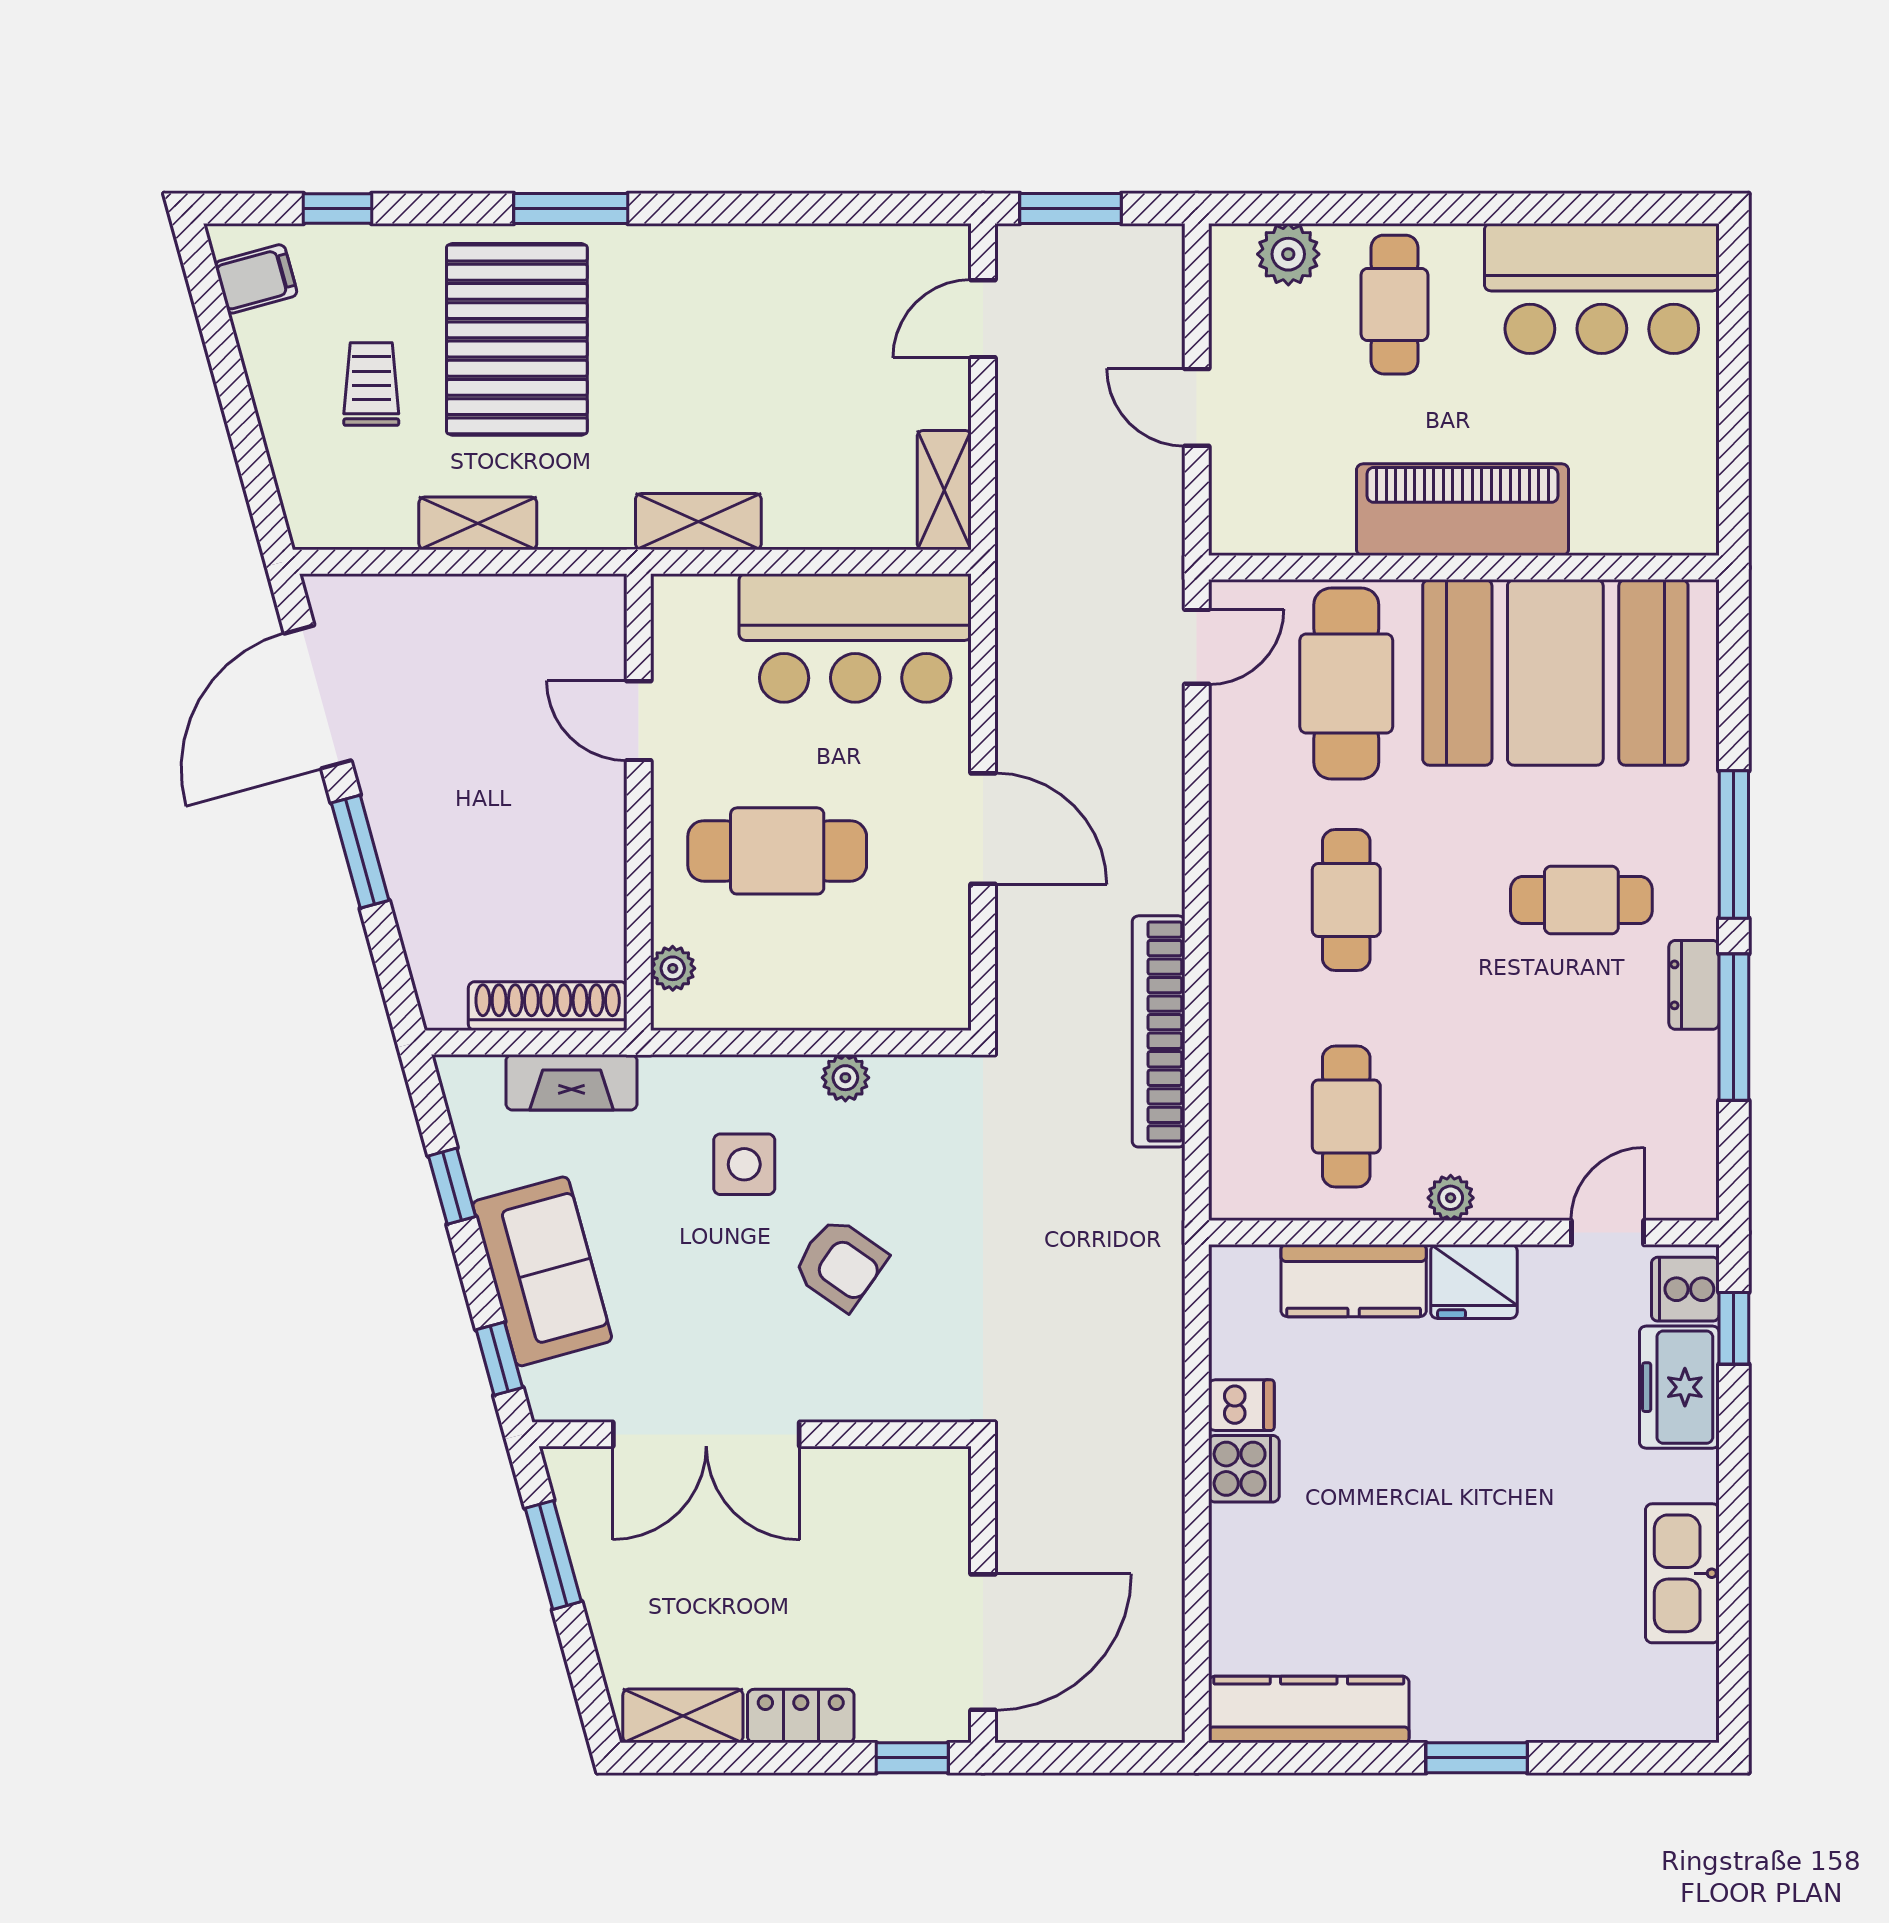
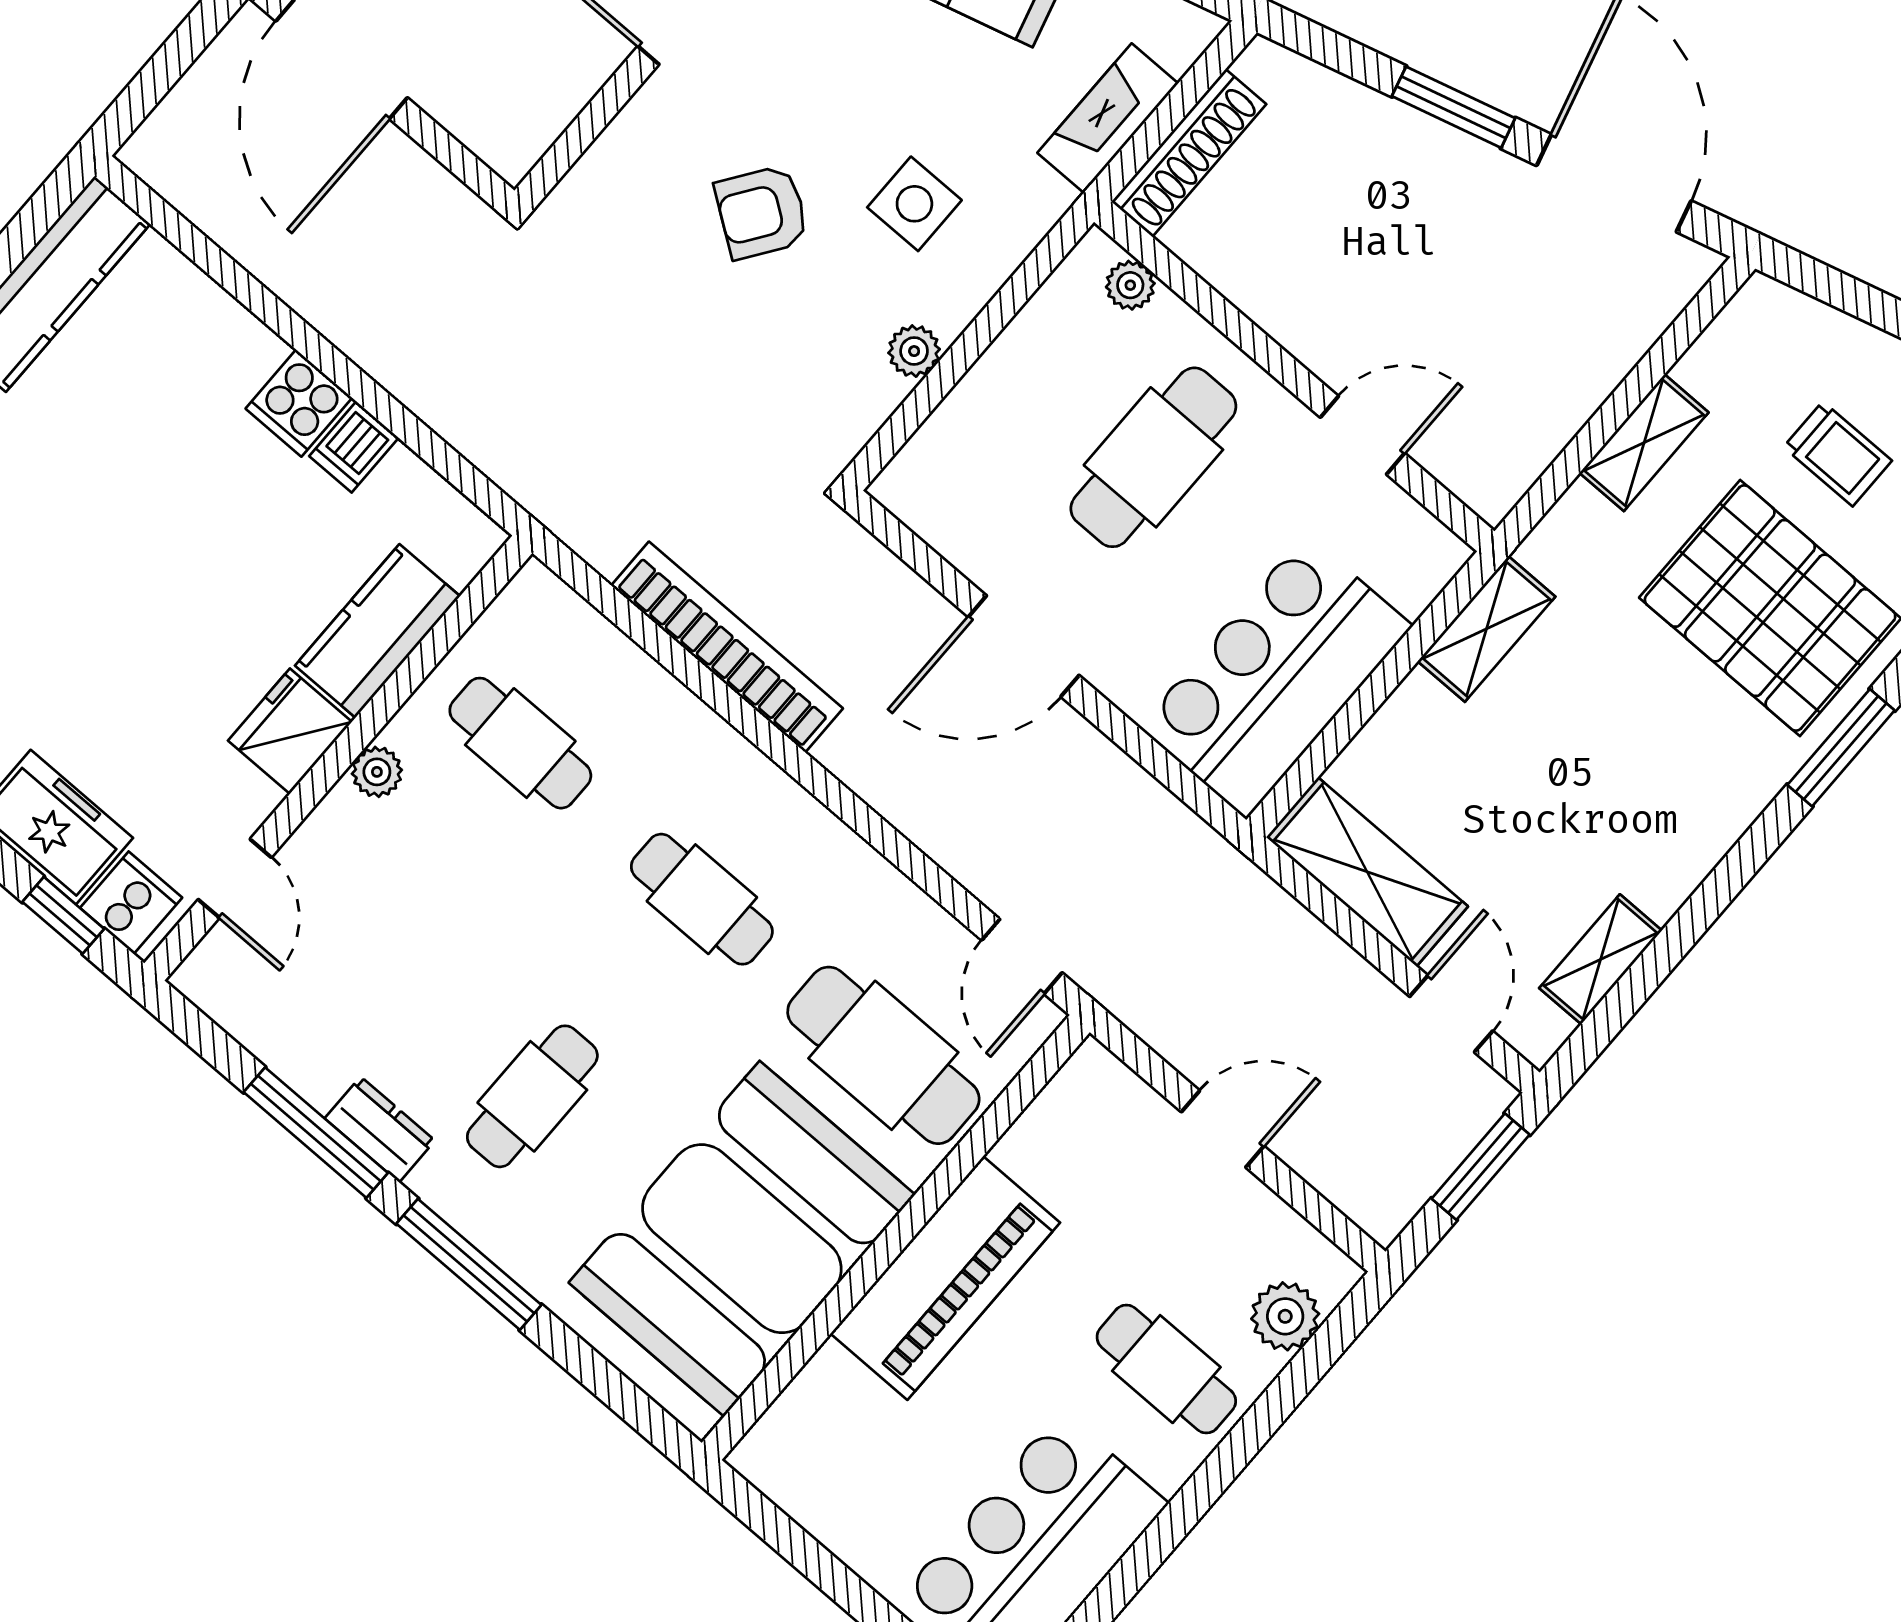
shelving: (858, 248) -> (1601, 959), added
shelving: (944, 490) -> (1367, 872), width x1.50, depth x1.33

